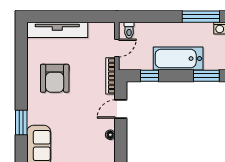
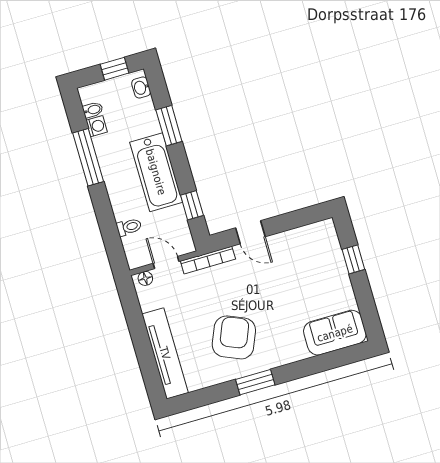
toilet: (129, 30) -> (129, 227), moved
armchair: (55, 78) -> (234, 337), turned -67
window: (21, 123) -> (255, 382), moved
floor lamp: (110, 135) -> (145, 278), moved

